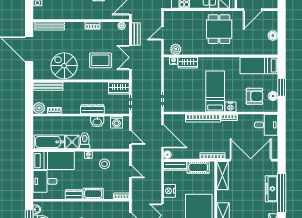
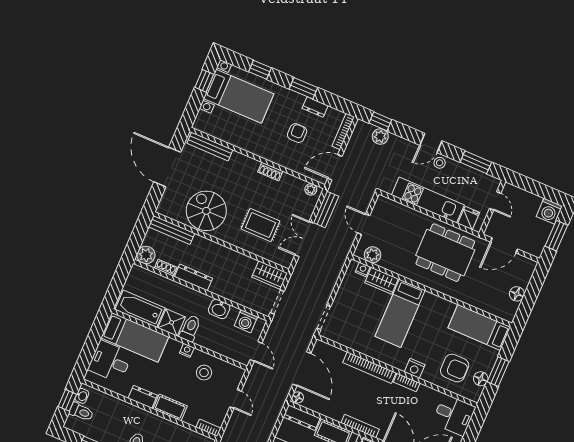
dining table: (219, 29) -> (445, 253), width x1.38
door: (162, 33) -> (364, 224), hinge flipped
bed: (215, 91) -> (400, 313), moved, turned 180
dresser: (92, 109) -> (193, 277), moved

